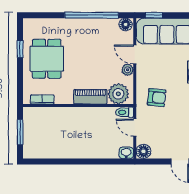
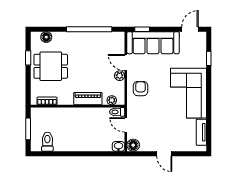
floor lamp: (126, 24) -> (46, 37), moved
dining table: (47, 59) -> (51, 66), turned 90
plant: (118, 94) -> (112, 100), width x0.53, depth x0.53
armchair: (157, 98) -> (141, 89), moved, turned -96
toilet: (43, 147) -> (47, 142), added

